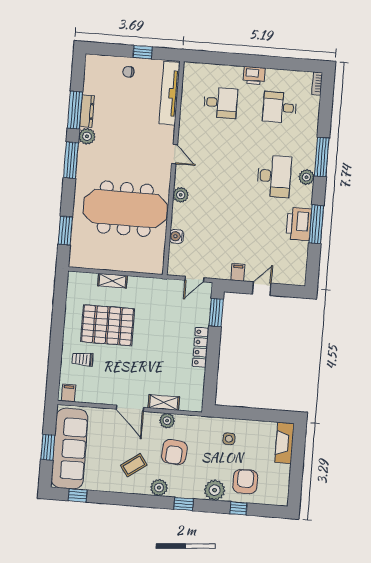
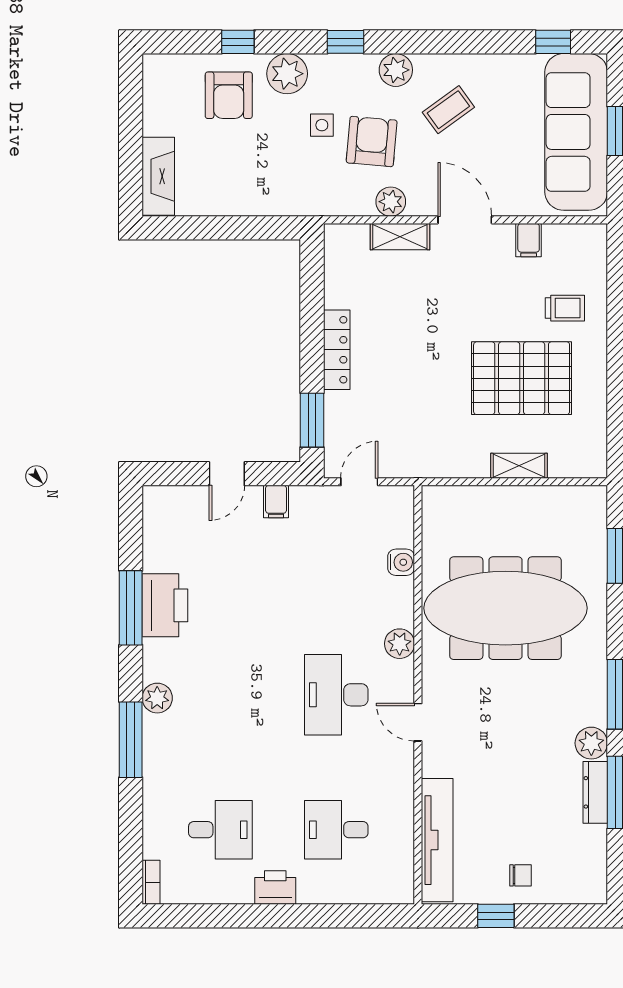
desk: (274, 176) -> (336, 695), moved
filing cabinet: (69, 393) -> (529, 240), moved
side table: (229, 439) -> (322, 125), moved

